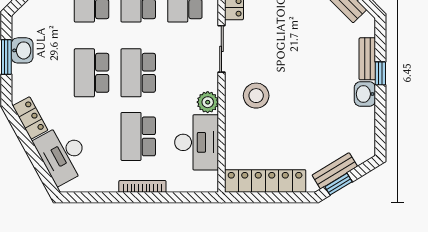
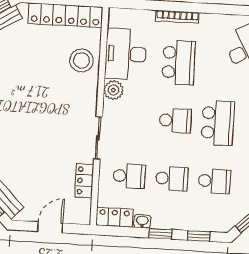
school desk: (138, 73) -> (175, 121), width x0.54
stool: (256, 96) -> (81, 61), moved

